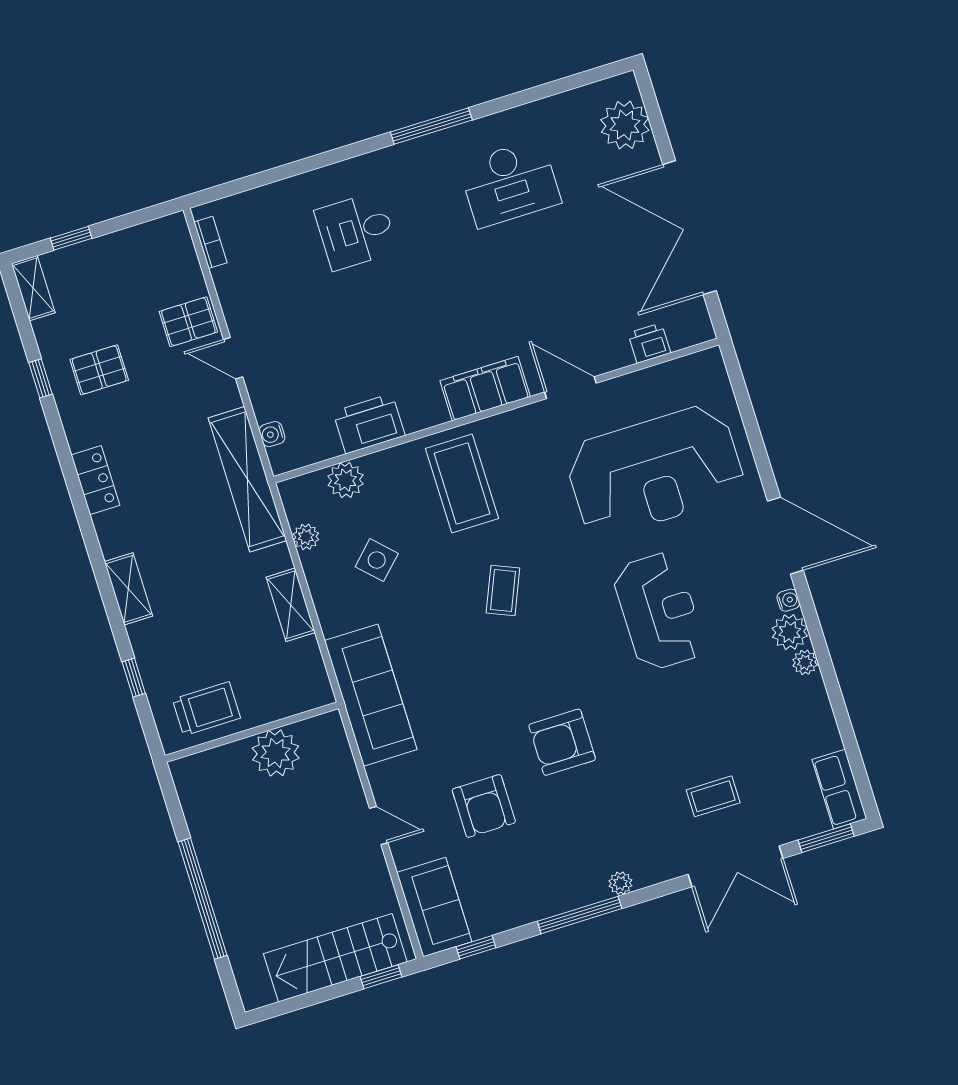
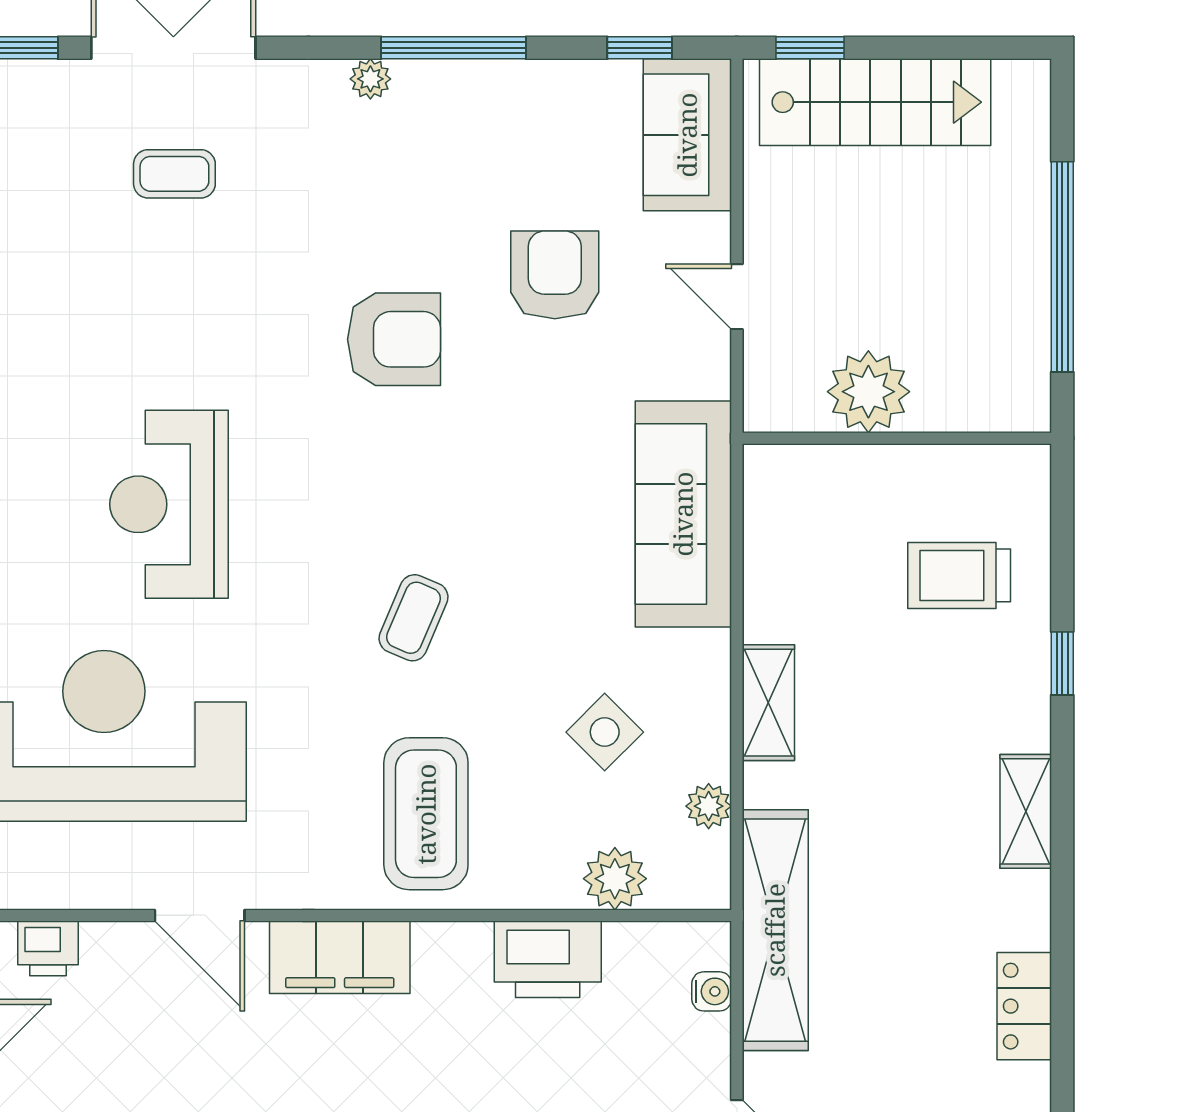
wall: (252, 732) -> (897, 438), moved
plant: (276, 753) -> (868, 392), moved

